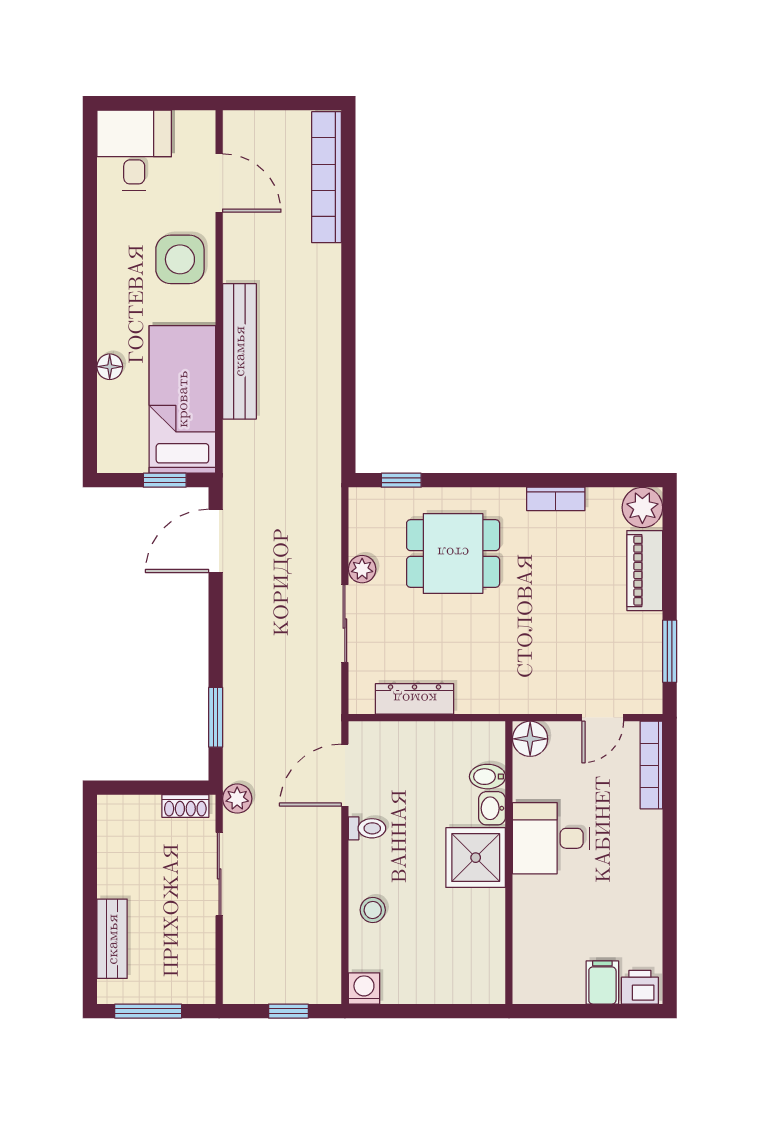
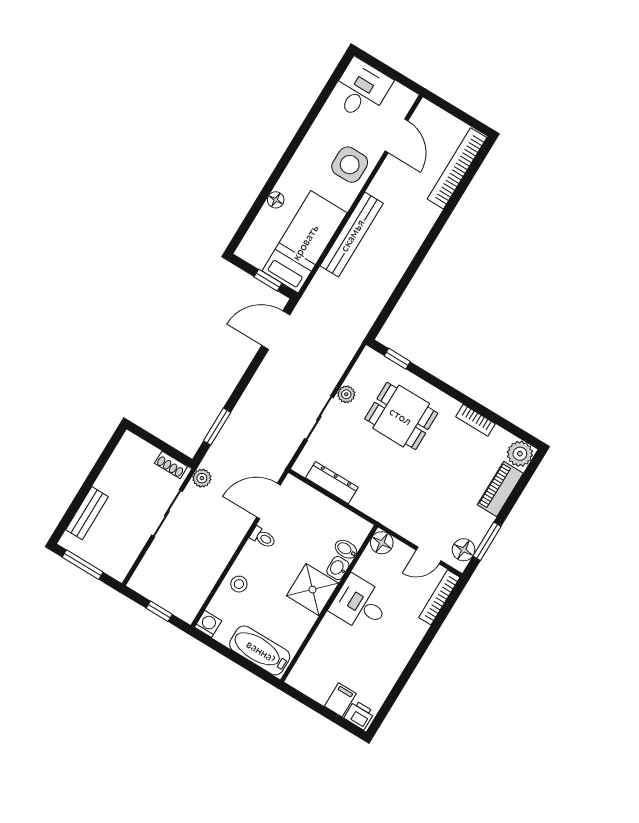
floor lamp: (645, 682) -> (464, 550), added
bathtub: (454, 982) -> (260, 650), added

